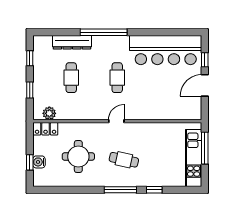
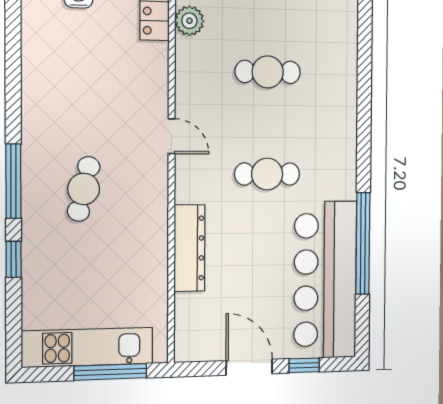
window: (104, 32) -> (363, 243), moved
dresser: (72, 42) -> (189, 248), moved, turned 180
door: (116, 121) -> (172, 136), moved
round table: (78, 157) -> (91, 85), removed

